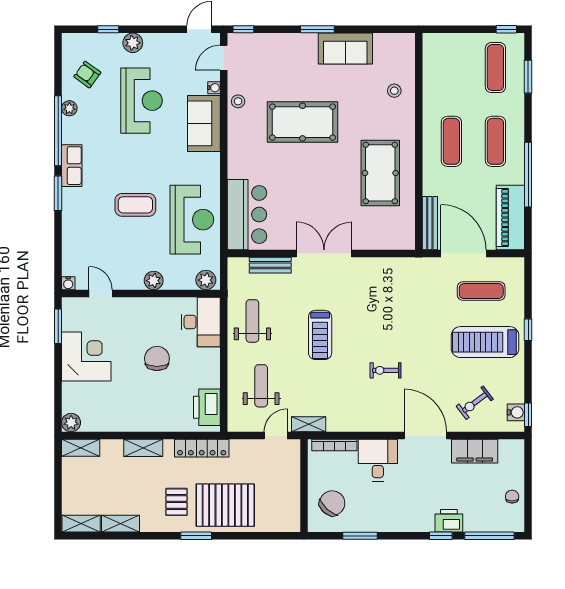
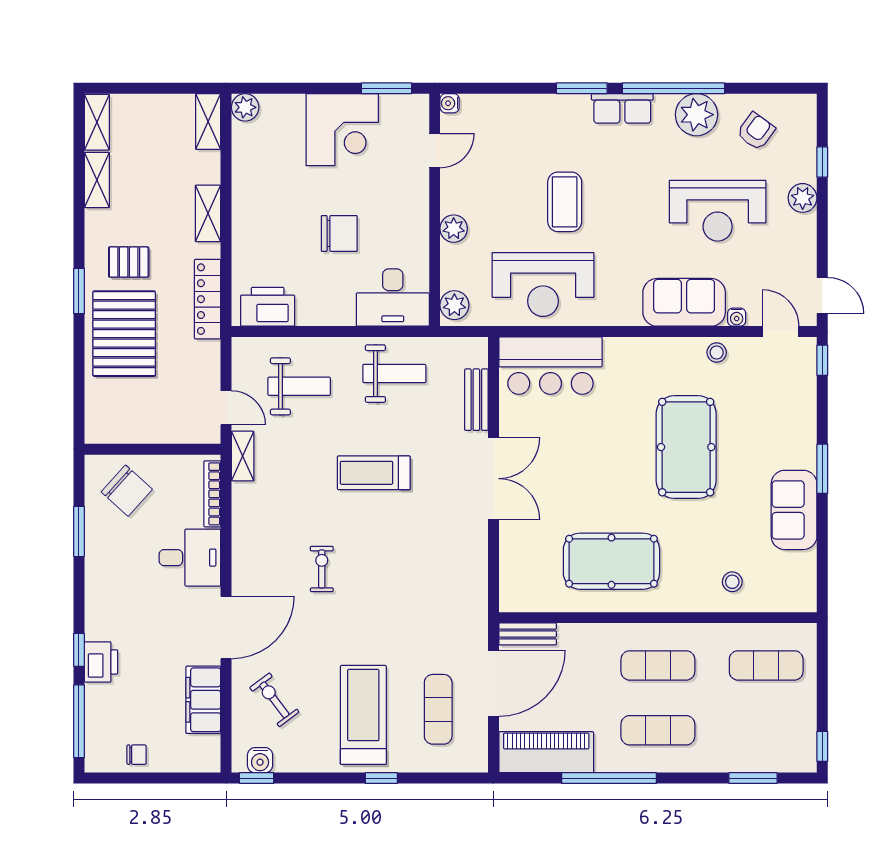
exercise mat: (495, 68) -> (766, 665), moved
plant: (69, 108) -> (697, 115), width x1.88, depth x1.88
bench: (430, 223) -> (528, 634), width x0.73

